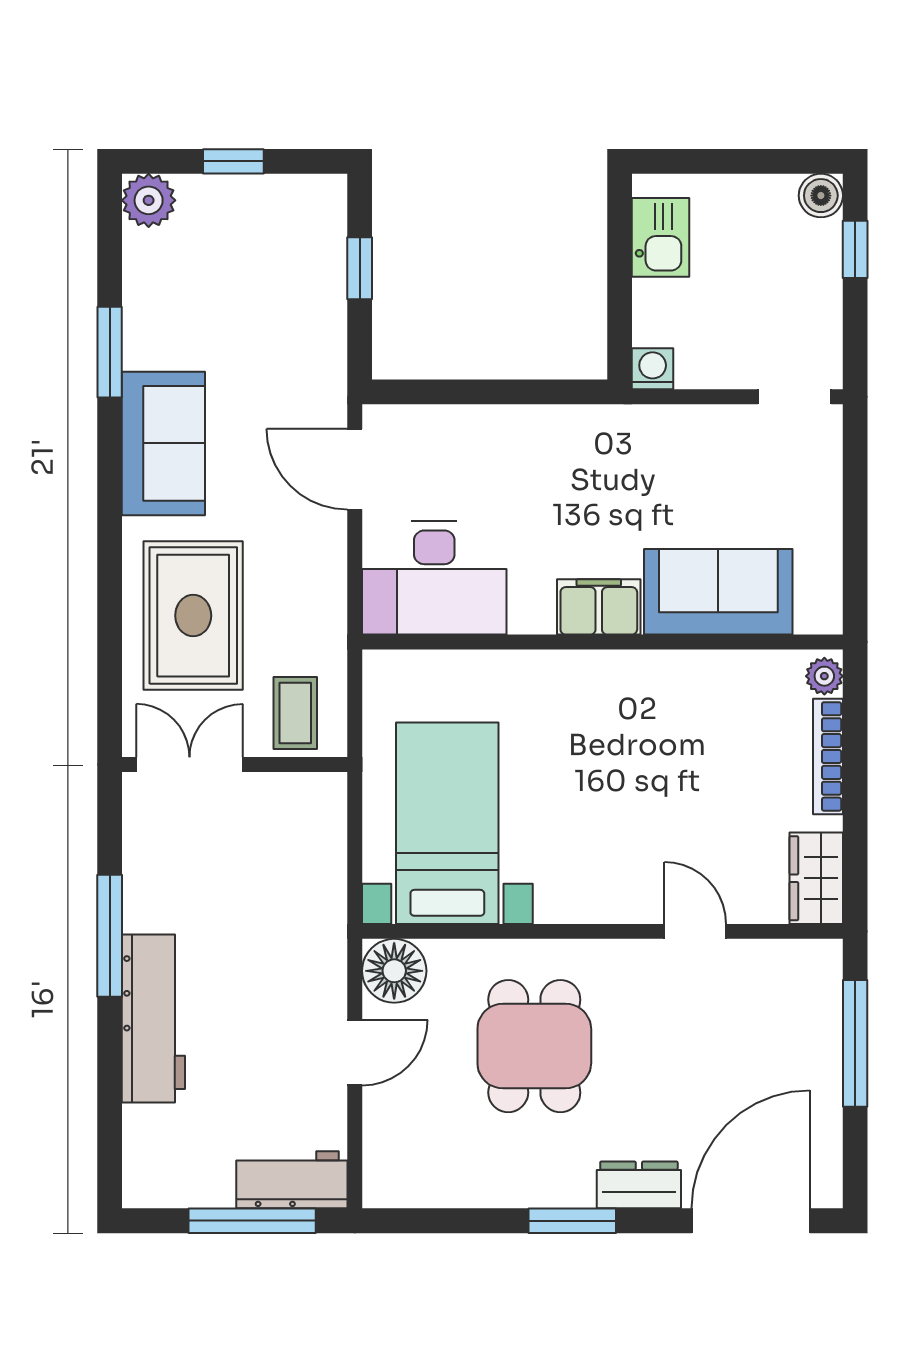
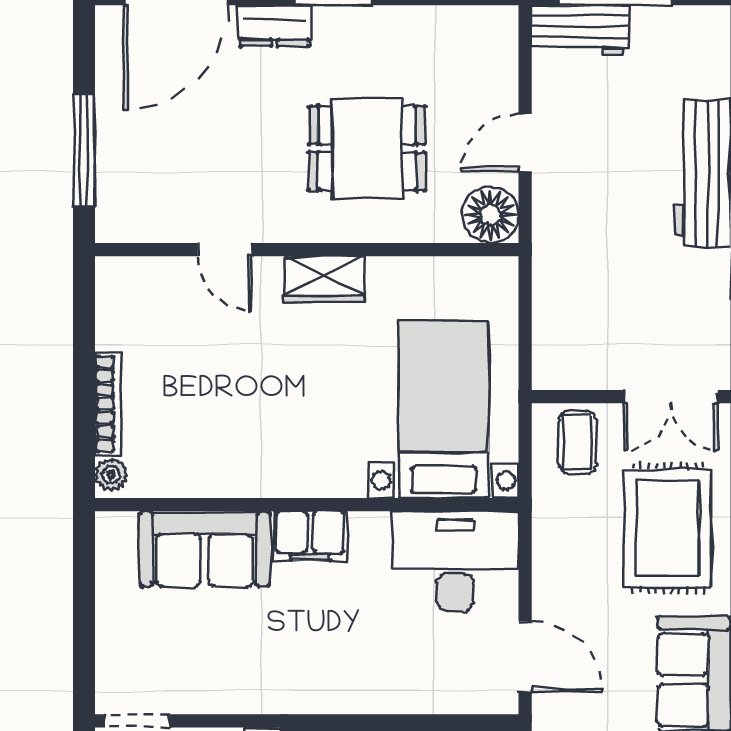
bed with nightstands: (447, 823) -> (444, 409), moved, turned 180
wardrobe: (816, 878) -> (325, 279), moved, turned 90
dining table: (534, 1046) -> (367, 148), turned 90

